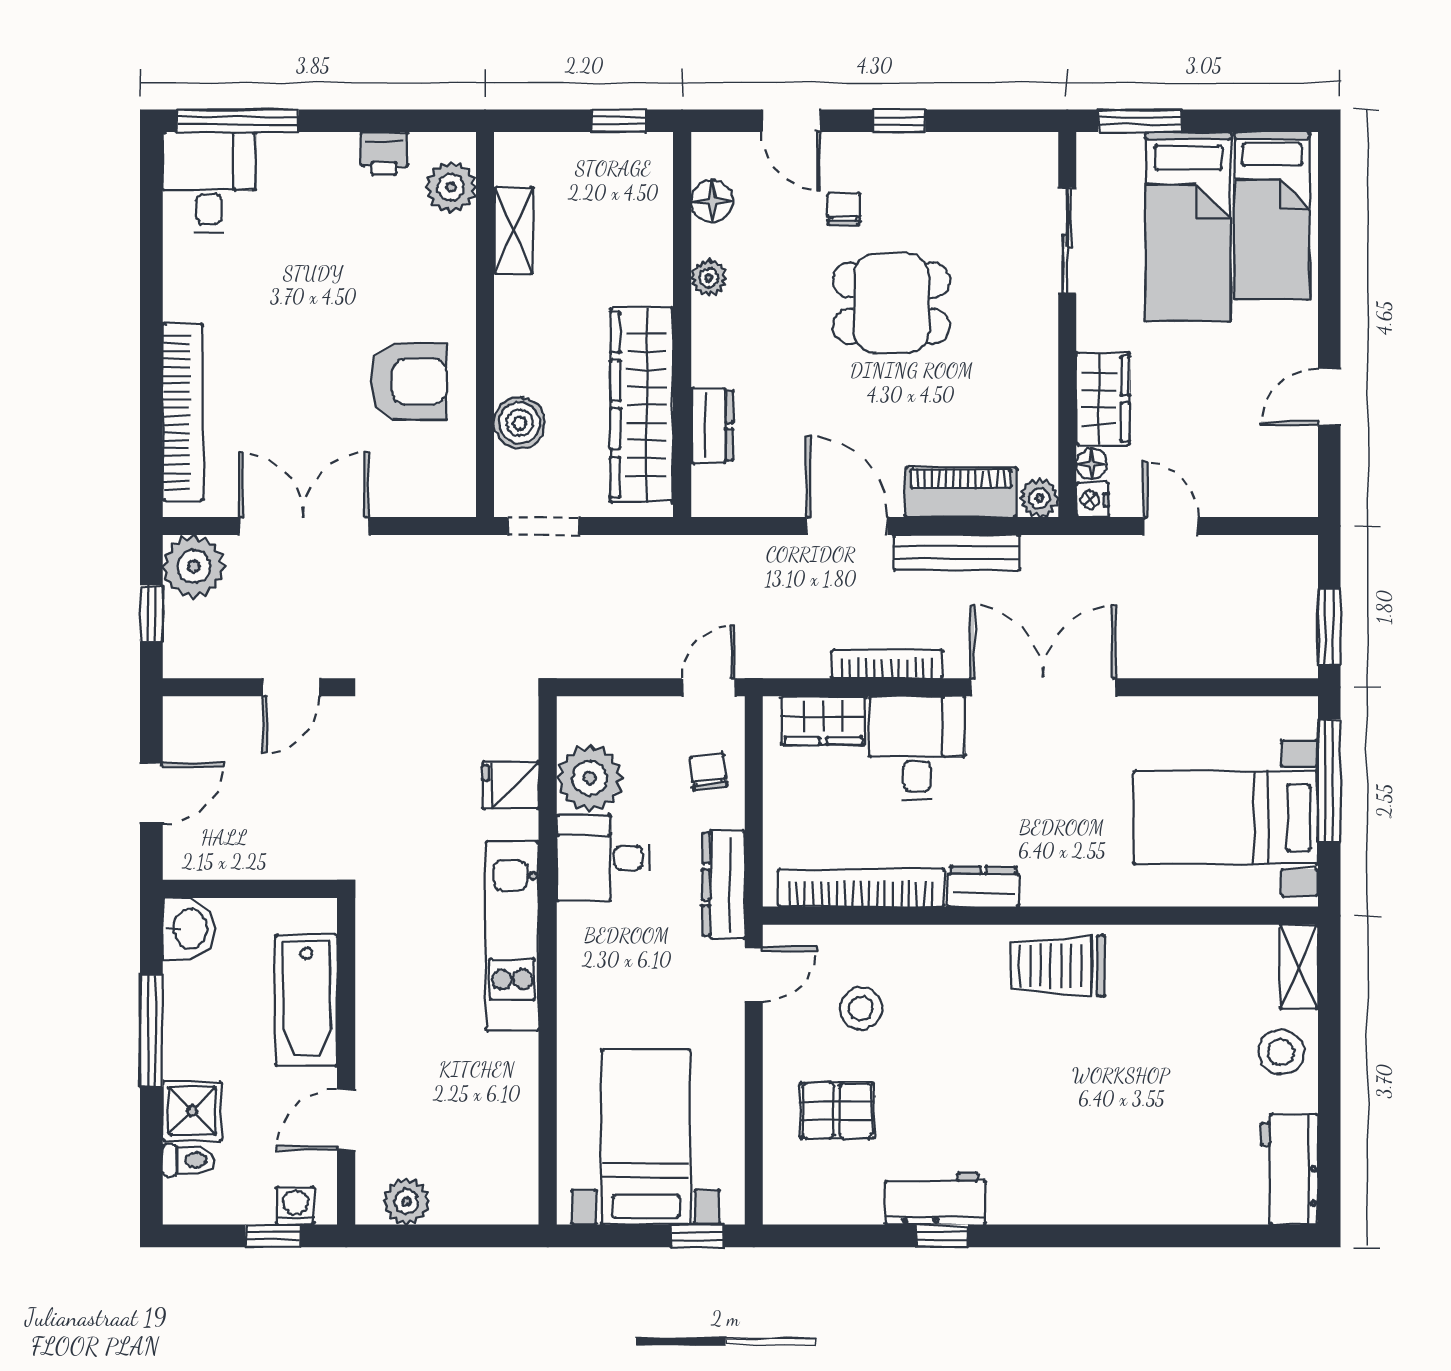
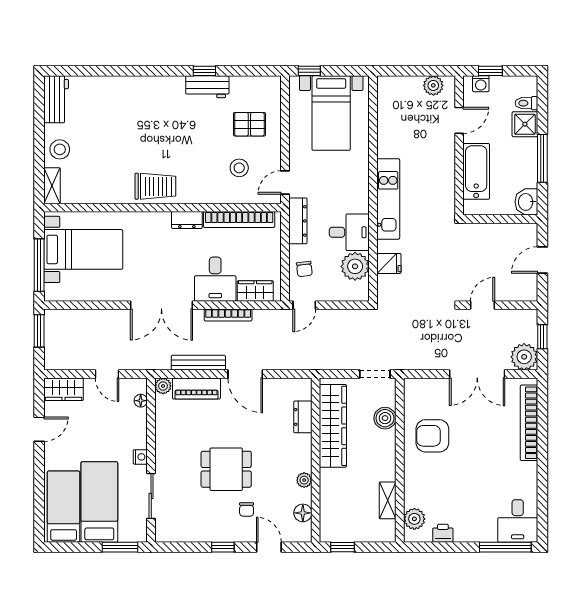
wardrobe: (1103, 399) -> (64, 389), moved, turned -90
nightstand: (1092, 500) -> (140, 457), moved

